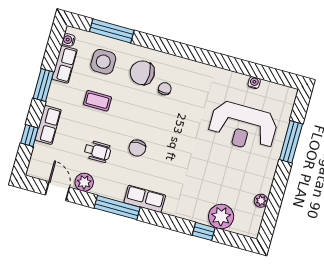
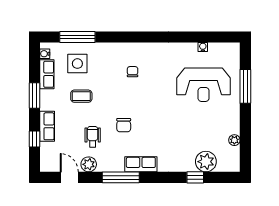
chair: (142, 73) -> (111, 64), removed
wheelchair: (98, 151) -> (93, 137), turned -90

